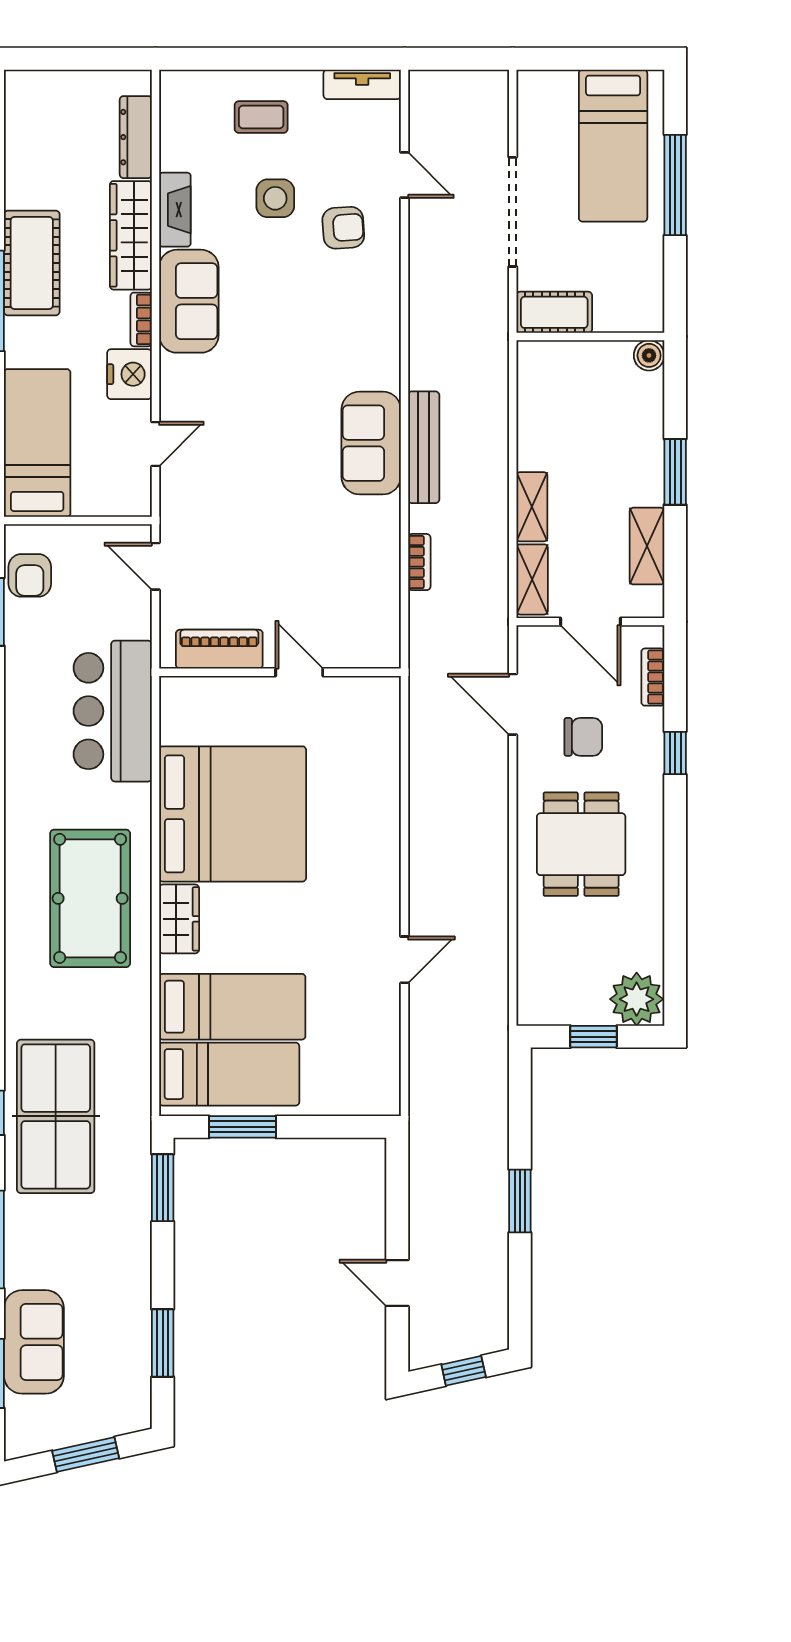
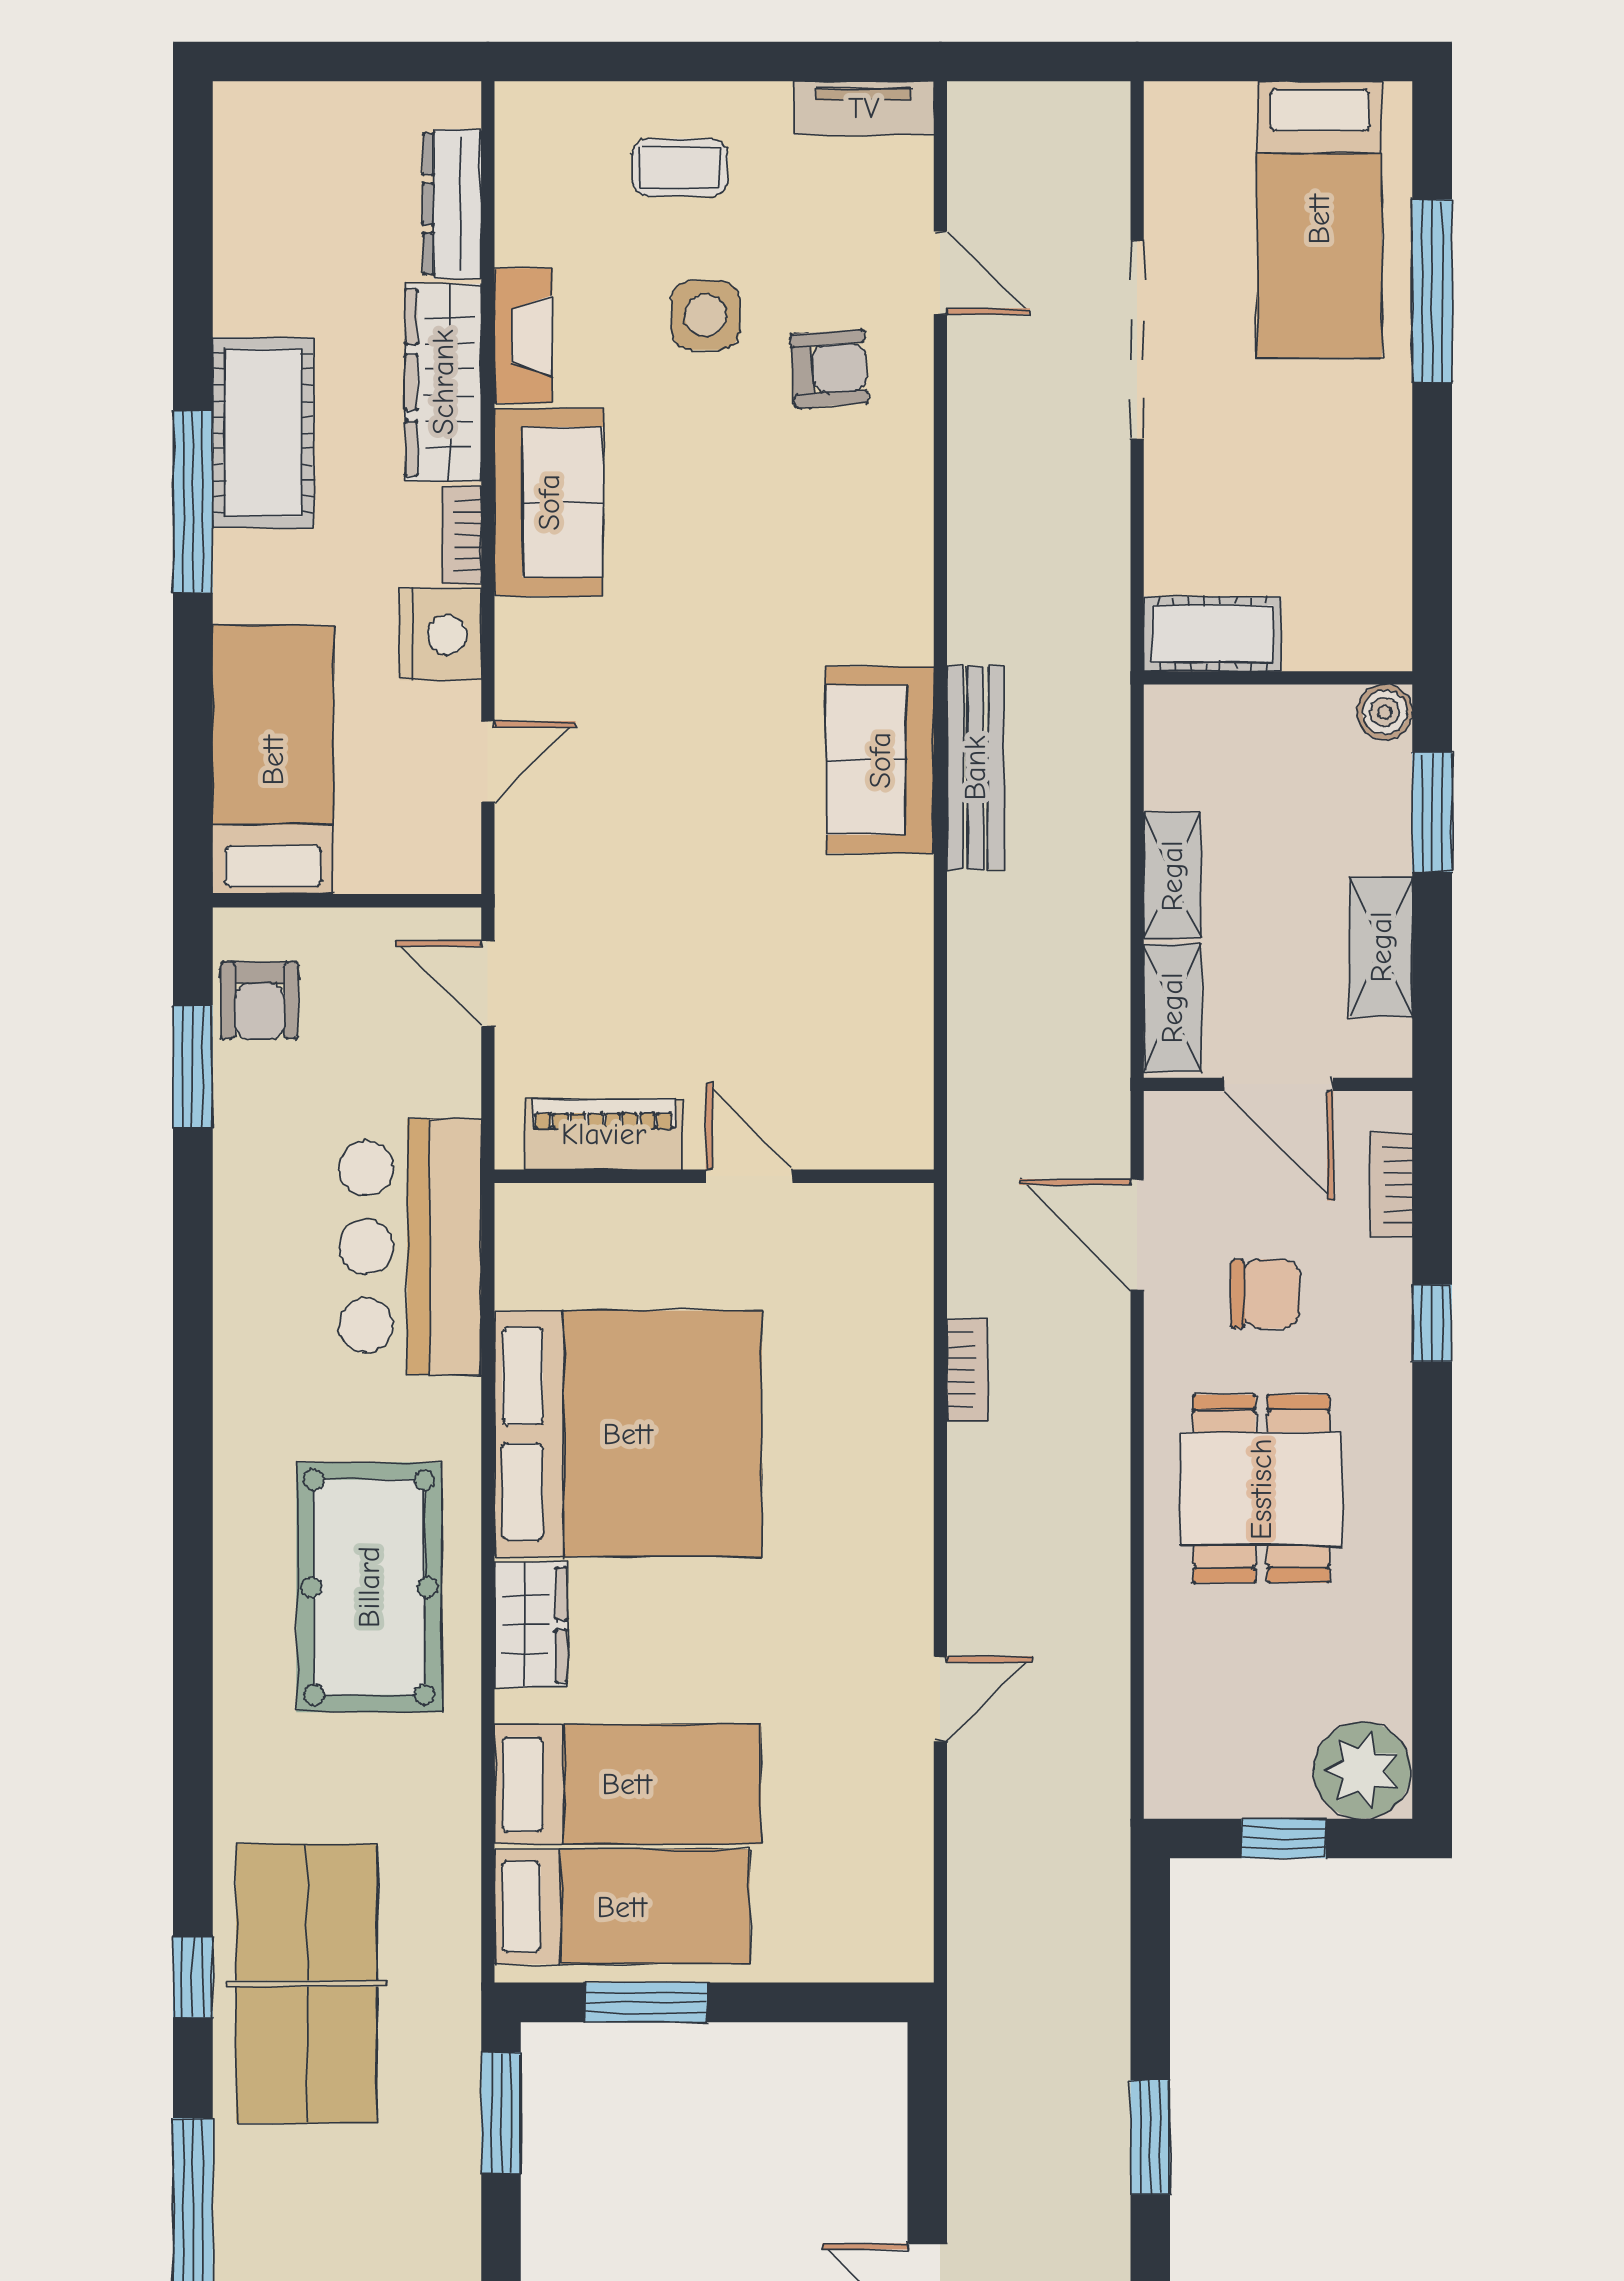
cot: (554, 312) -> (1213, 634), moved
wall: (590, 337) -> (1278, 678), moved
boiler: (649, 355) -> (1385, 712), moved
bookcase: (419, 562) -> (967, 1370), moved

